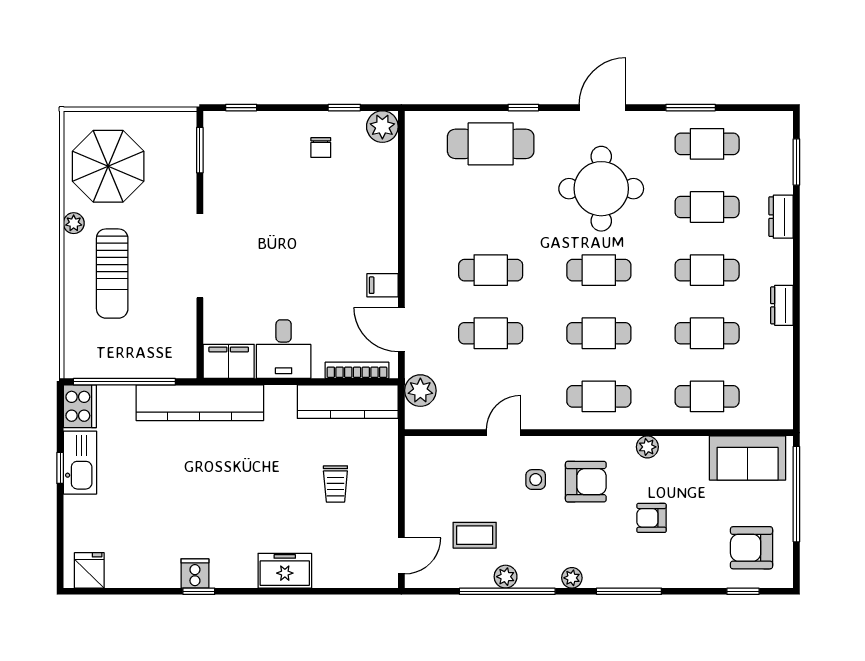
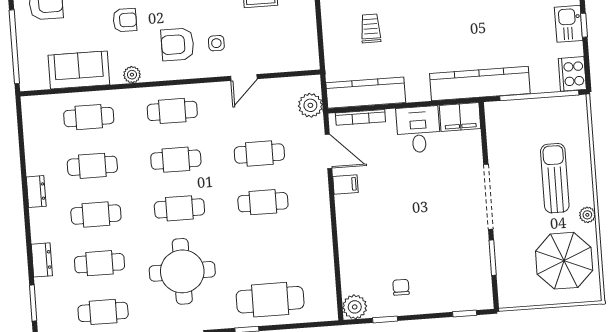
window: (200, 150) -> (493, 258), moved
sofa: (748, 458) -> (79, 70), moved
kitchen sink: (80, 463) -> (569, 24), width x0.73

